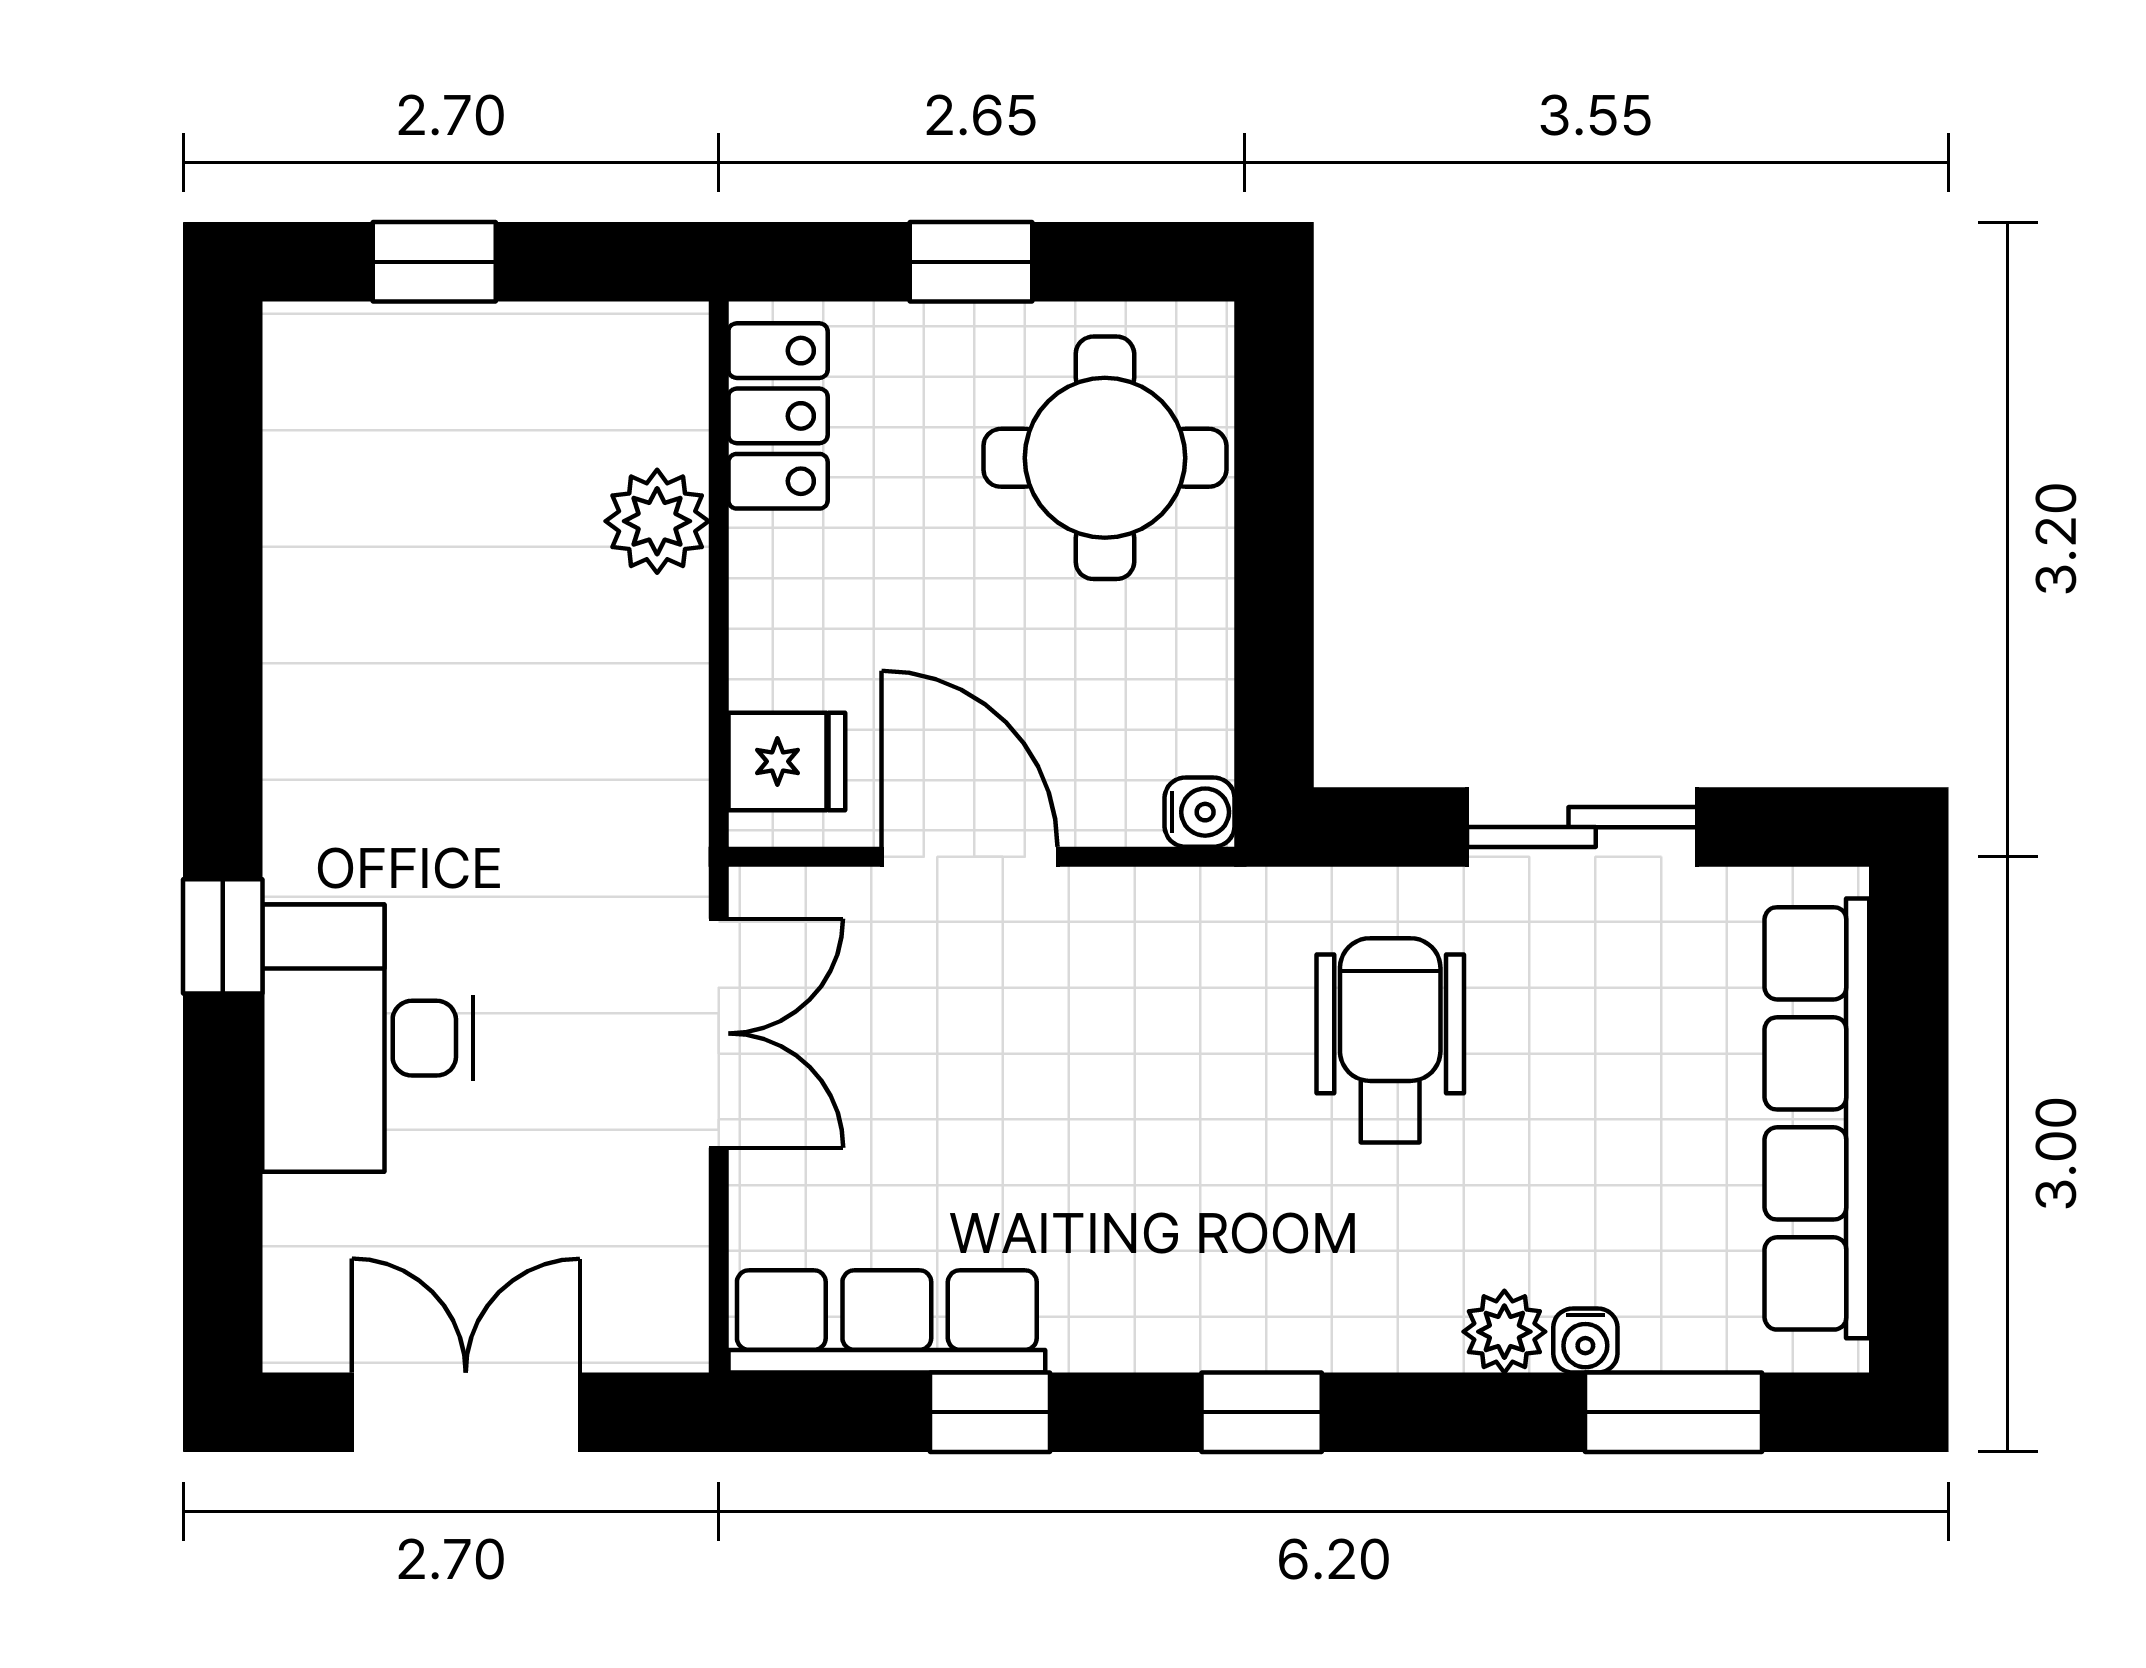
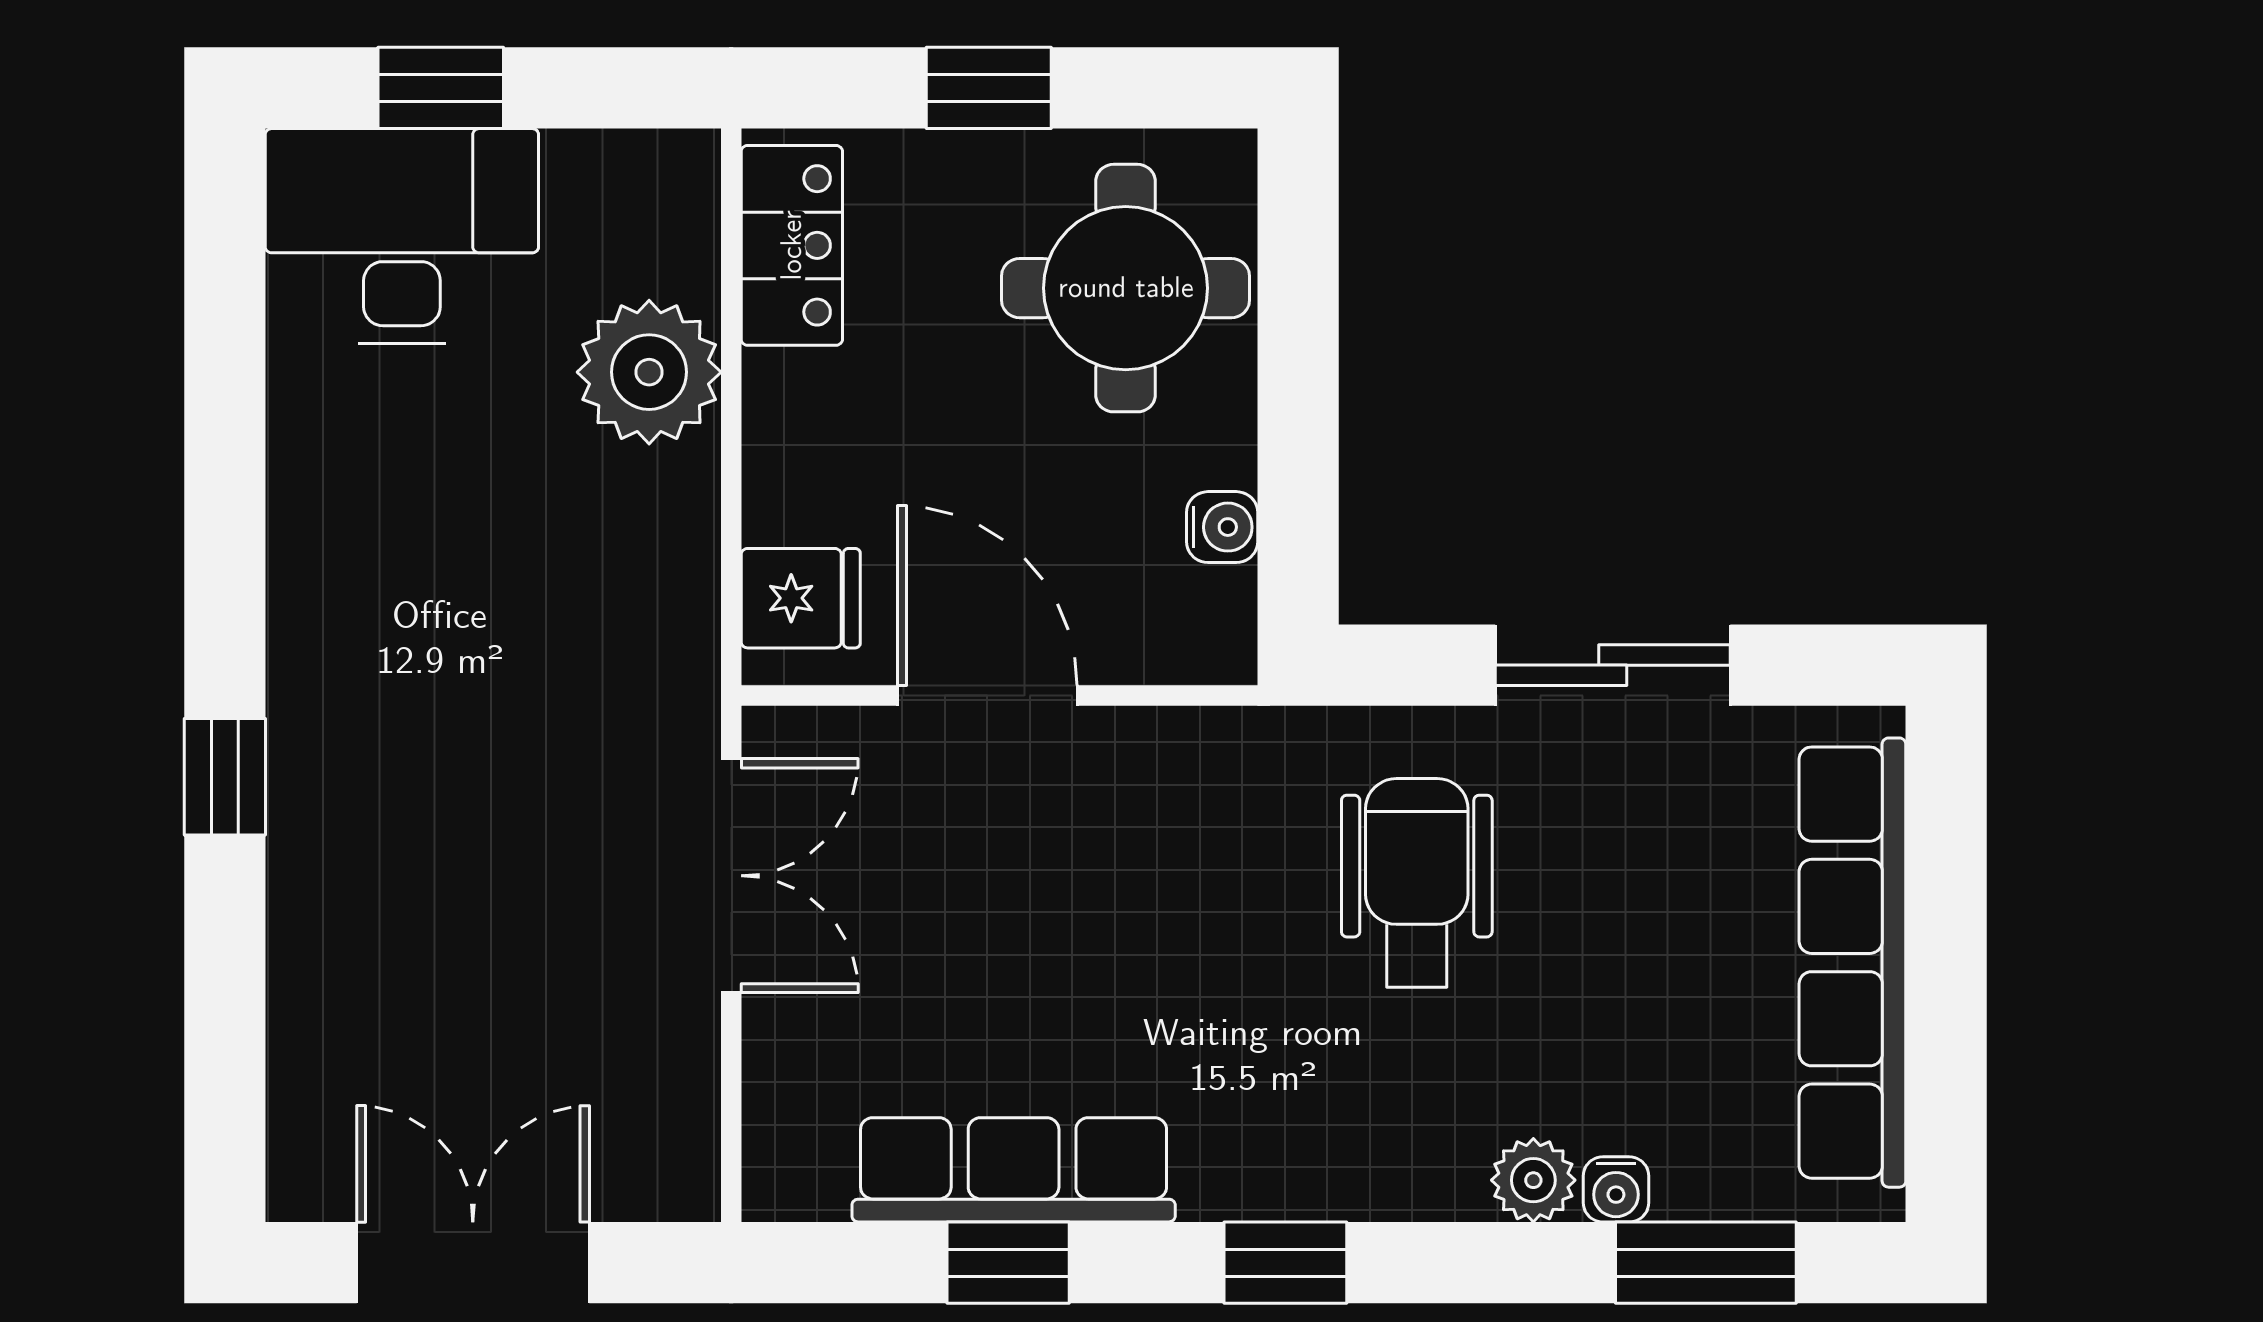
plant: (657, 521) -> (649, 372), width x1.36, depth x1.36
water cooler: (1200, 812) -> (1222, 527), moved
desk: (368, 1038) -> (402, 236), moved, turned 90
row of seats: (887, 1321) -> (1014, 1170), moved

